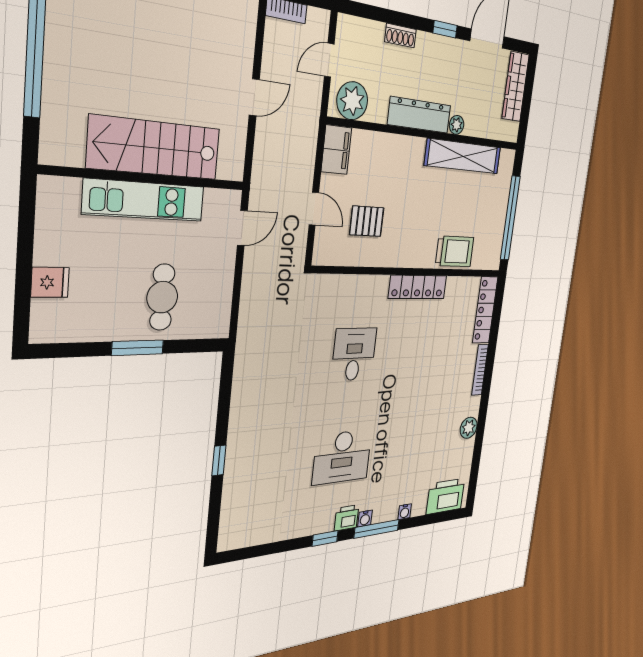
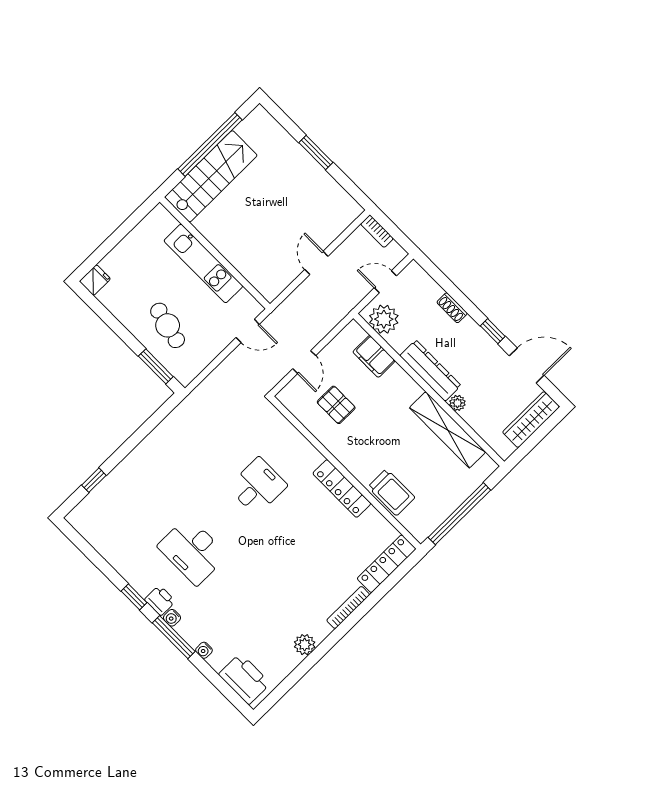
door: (254, 97) -> (316, 263), swing flipped
stairs: (155, 148) -> (211, 176), moved, turned 90
filing cabinet: (336, 150) -> (374, 356), moved, turned 90
fridge: (50, 282) -> (95, 280), moved, turned -90
cafe table: (162, 297) -> (168, 325), turned -76
window: (138, 348) -> (156, 366), moved
window: (219, 461) -> (94, 480), moved

